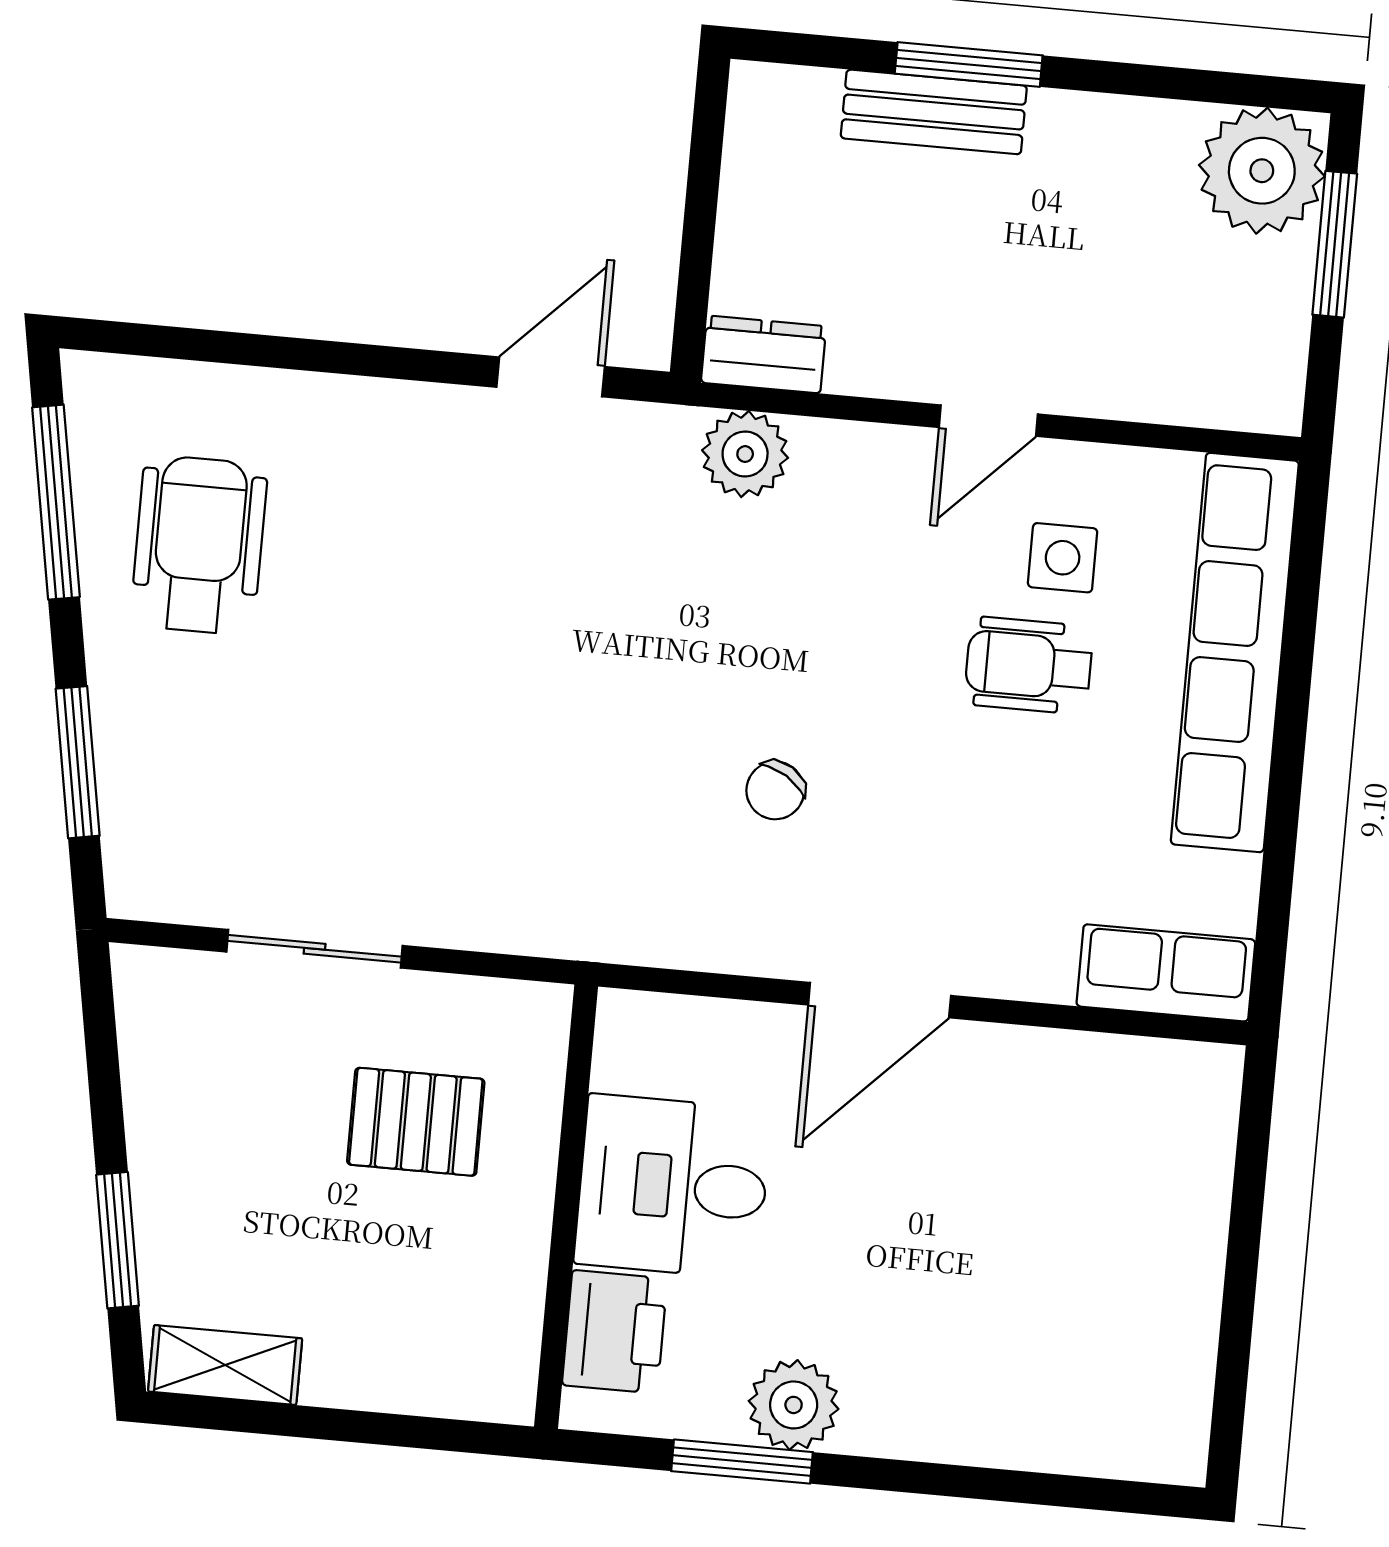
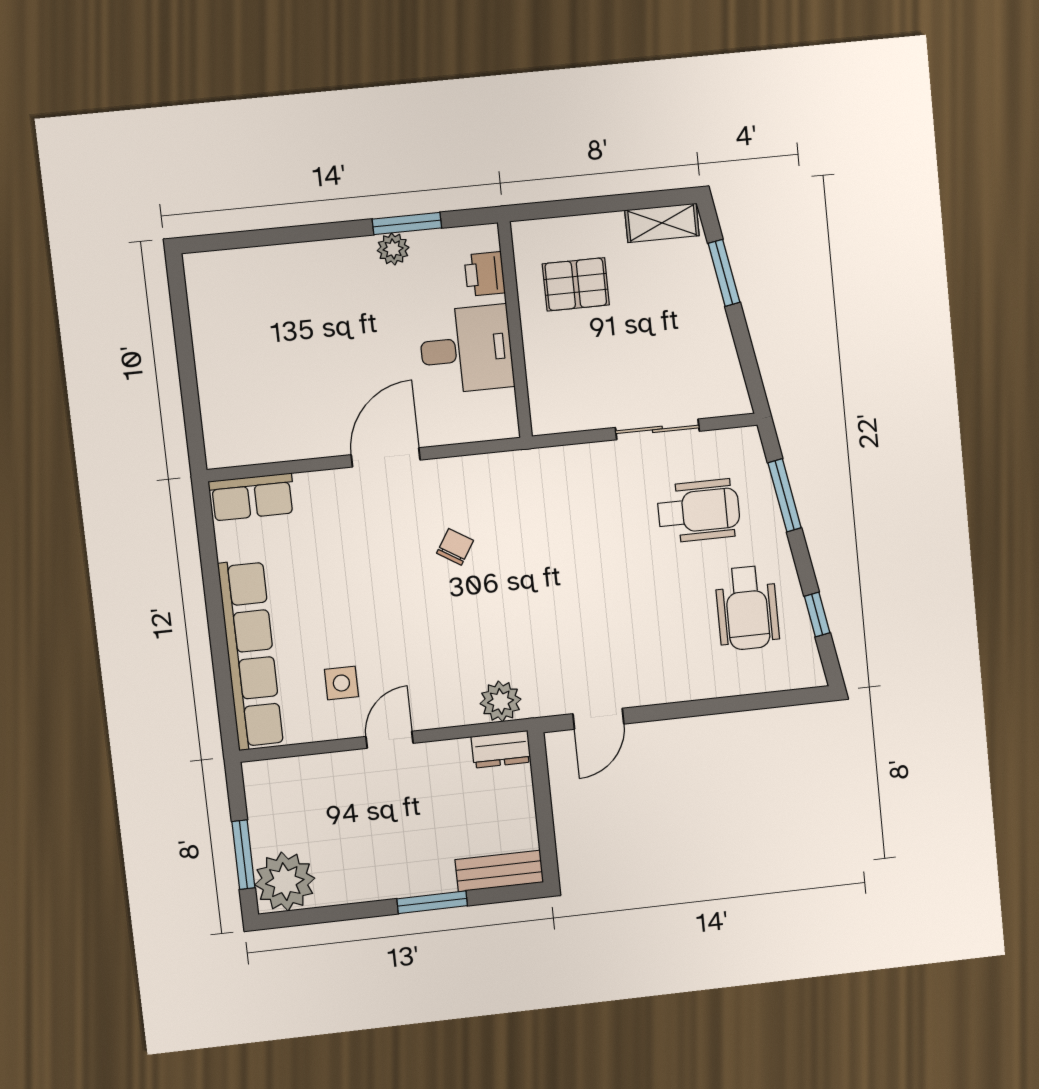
bench: (934, 112) -> (499, 871), moved
window: (56, 502) -> (817, 615), width x0.46
wheelchair: (1029, 665) -> (699, 511), moved, width x1.36, depth x1.37
pallet: (416, 1122) -> (576, 284), moved
printer: (615, 1332) -> (485, 274), width x0.73, depth x0.81
plant: (794, 1405) -> (393, 249), width x0.73, depth x0.73

